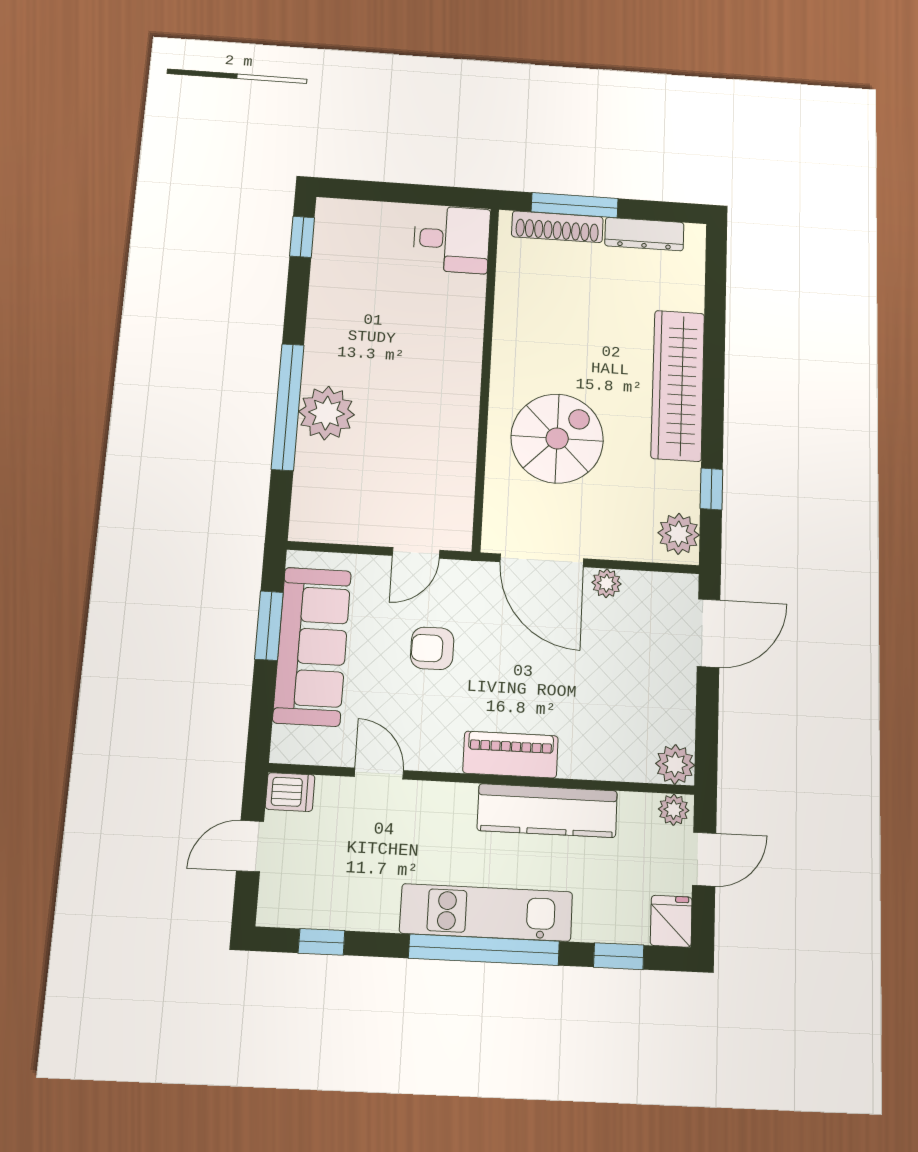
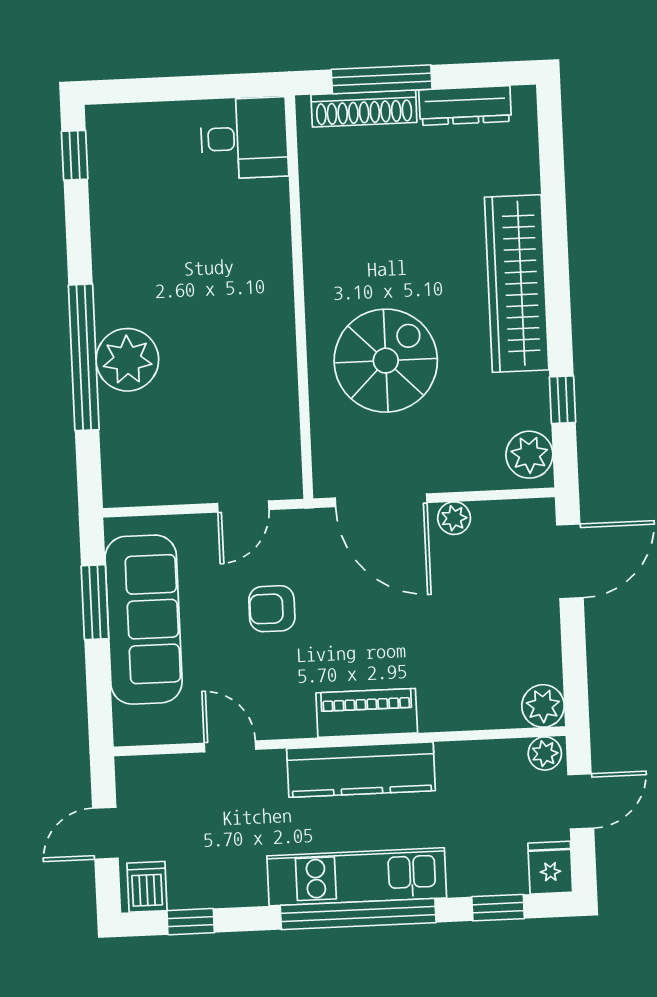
dishwasher: (290, 792) -> (147, 887), moved, turned -90
kitchen counter: (547, 811) -> (361, 770), moved

